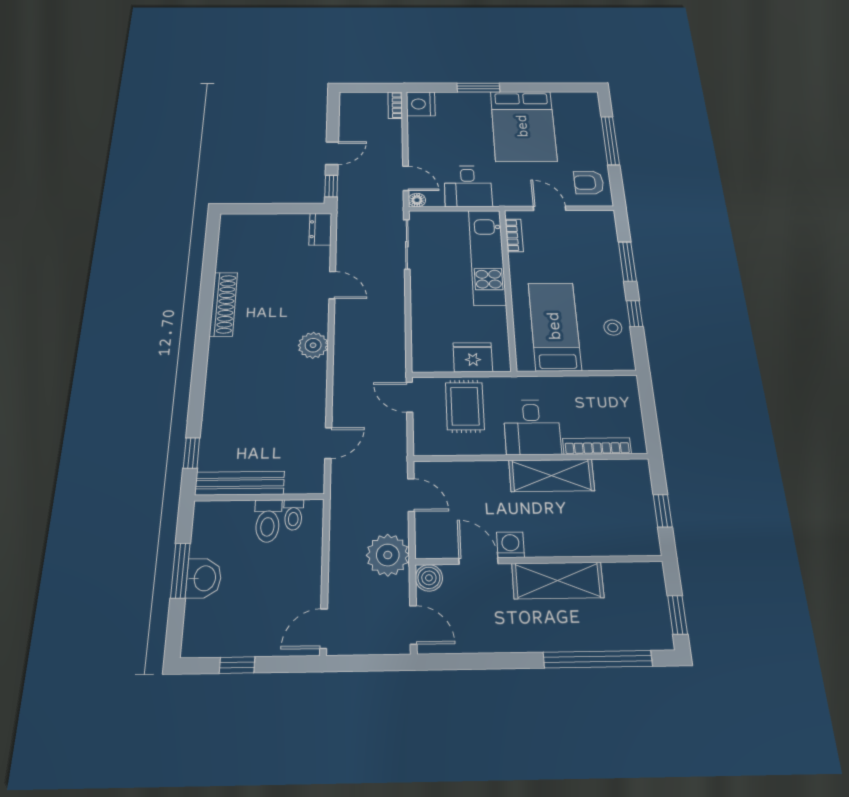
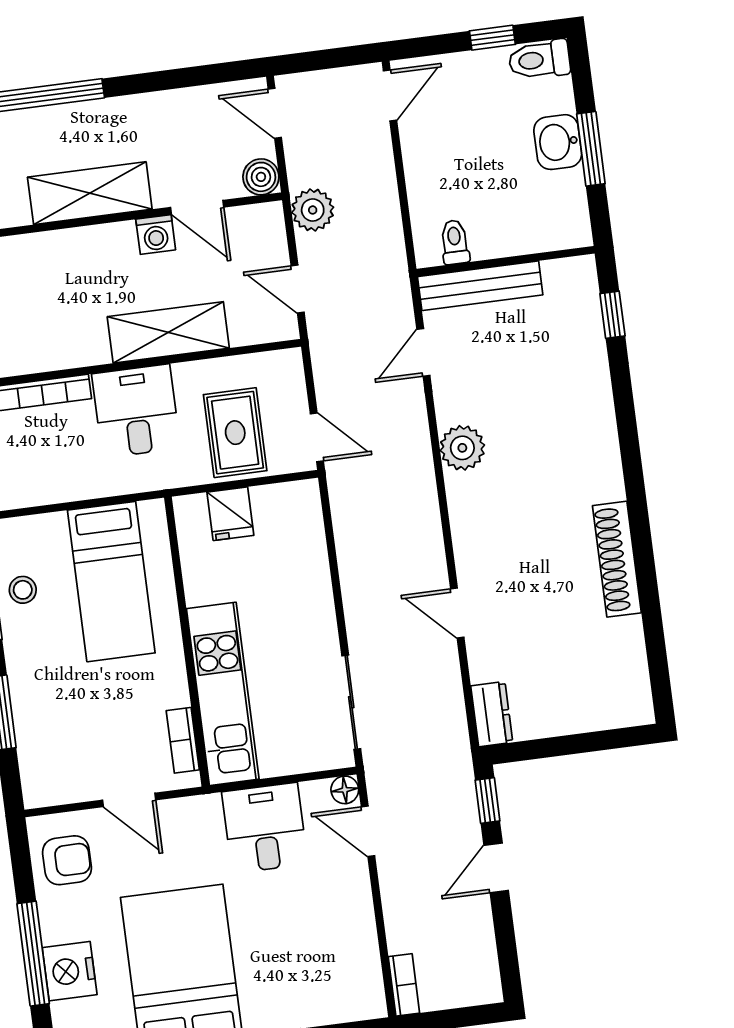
nightstand: (421, 104) -> (70, 971), moved, turned 180
plant: (313, 345) -> (462, 448), moved
fridge: (473, 357) -> (230, 514), width x0.72
shelving: (552, 475) -> (168, 332), moved
bench: (240, 483) -> (480, 286), moved
toilet: (268, 521) -> (539, 60), moved, turned -90
plant: (388, 555) -> (313, 210), width x0.73, depth x0.73

